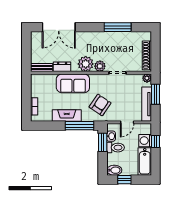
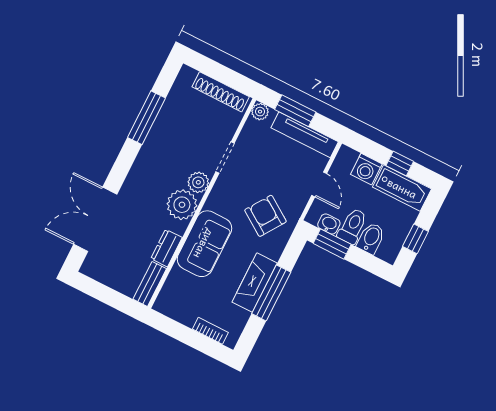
double door: (59, 27) -> (95, 219), swing flipped
window: (80, 126) -> (271, 293), moved
window: (155, 142) -> (400, 164), moved
bidet: (114, 170) -> (371, 238), moved

